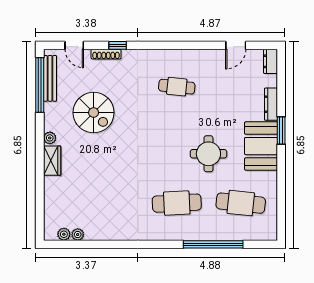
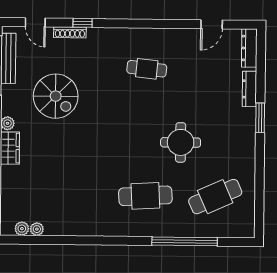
dresser: (270, 61) -> (249, 48), width x1.44
booth: (261, 146) -> (238, 135), removed
cafe table: (241, 203) -> (215, 197), turned -30

